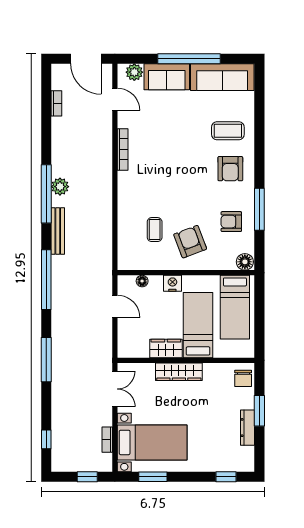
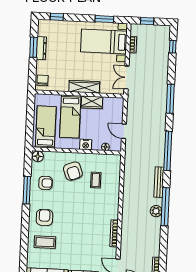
window: (259, 411) -> (34, 47), moved

